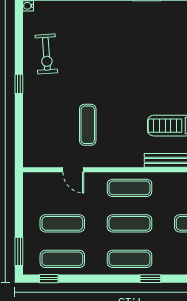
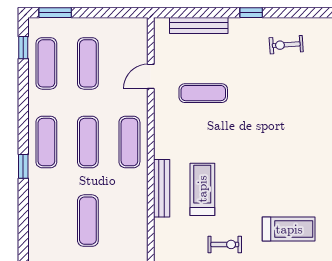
exercise bike: (46, 54) -> (286, 45), width x0.73, depth x0.72
bench: (30, 129) -> (199, 25), added

